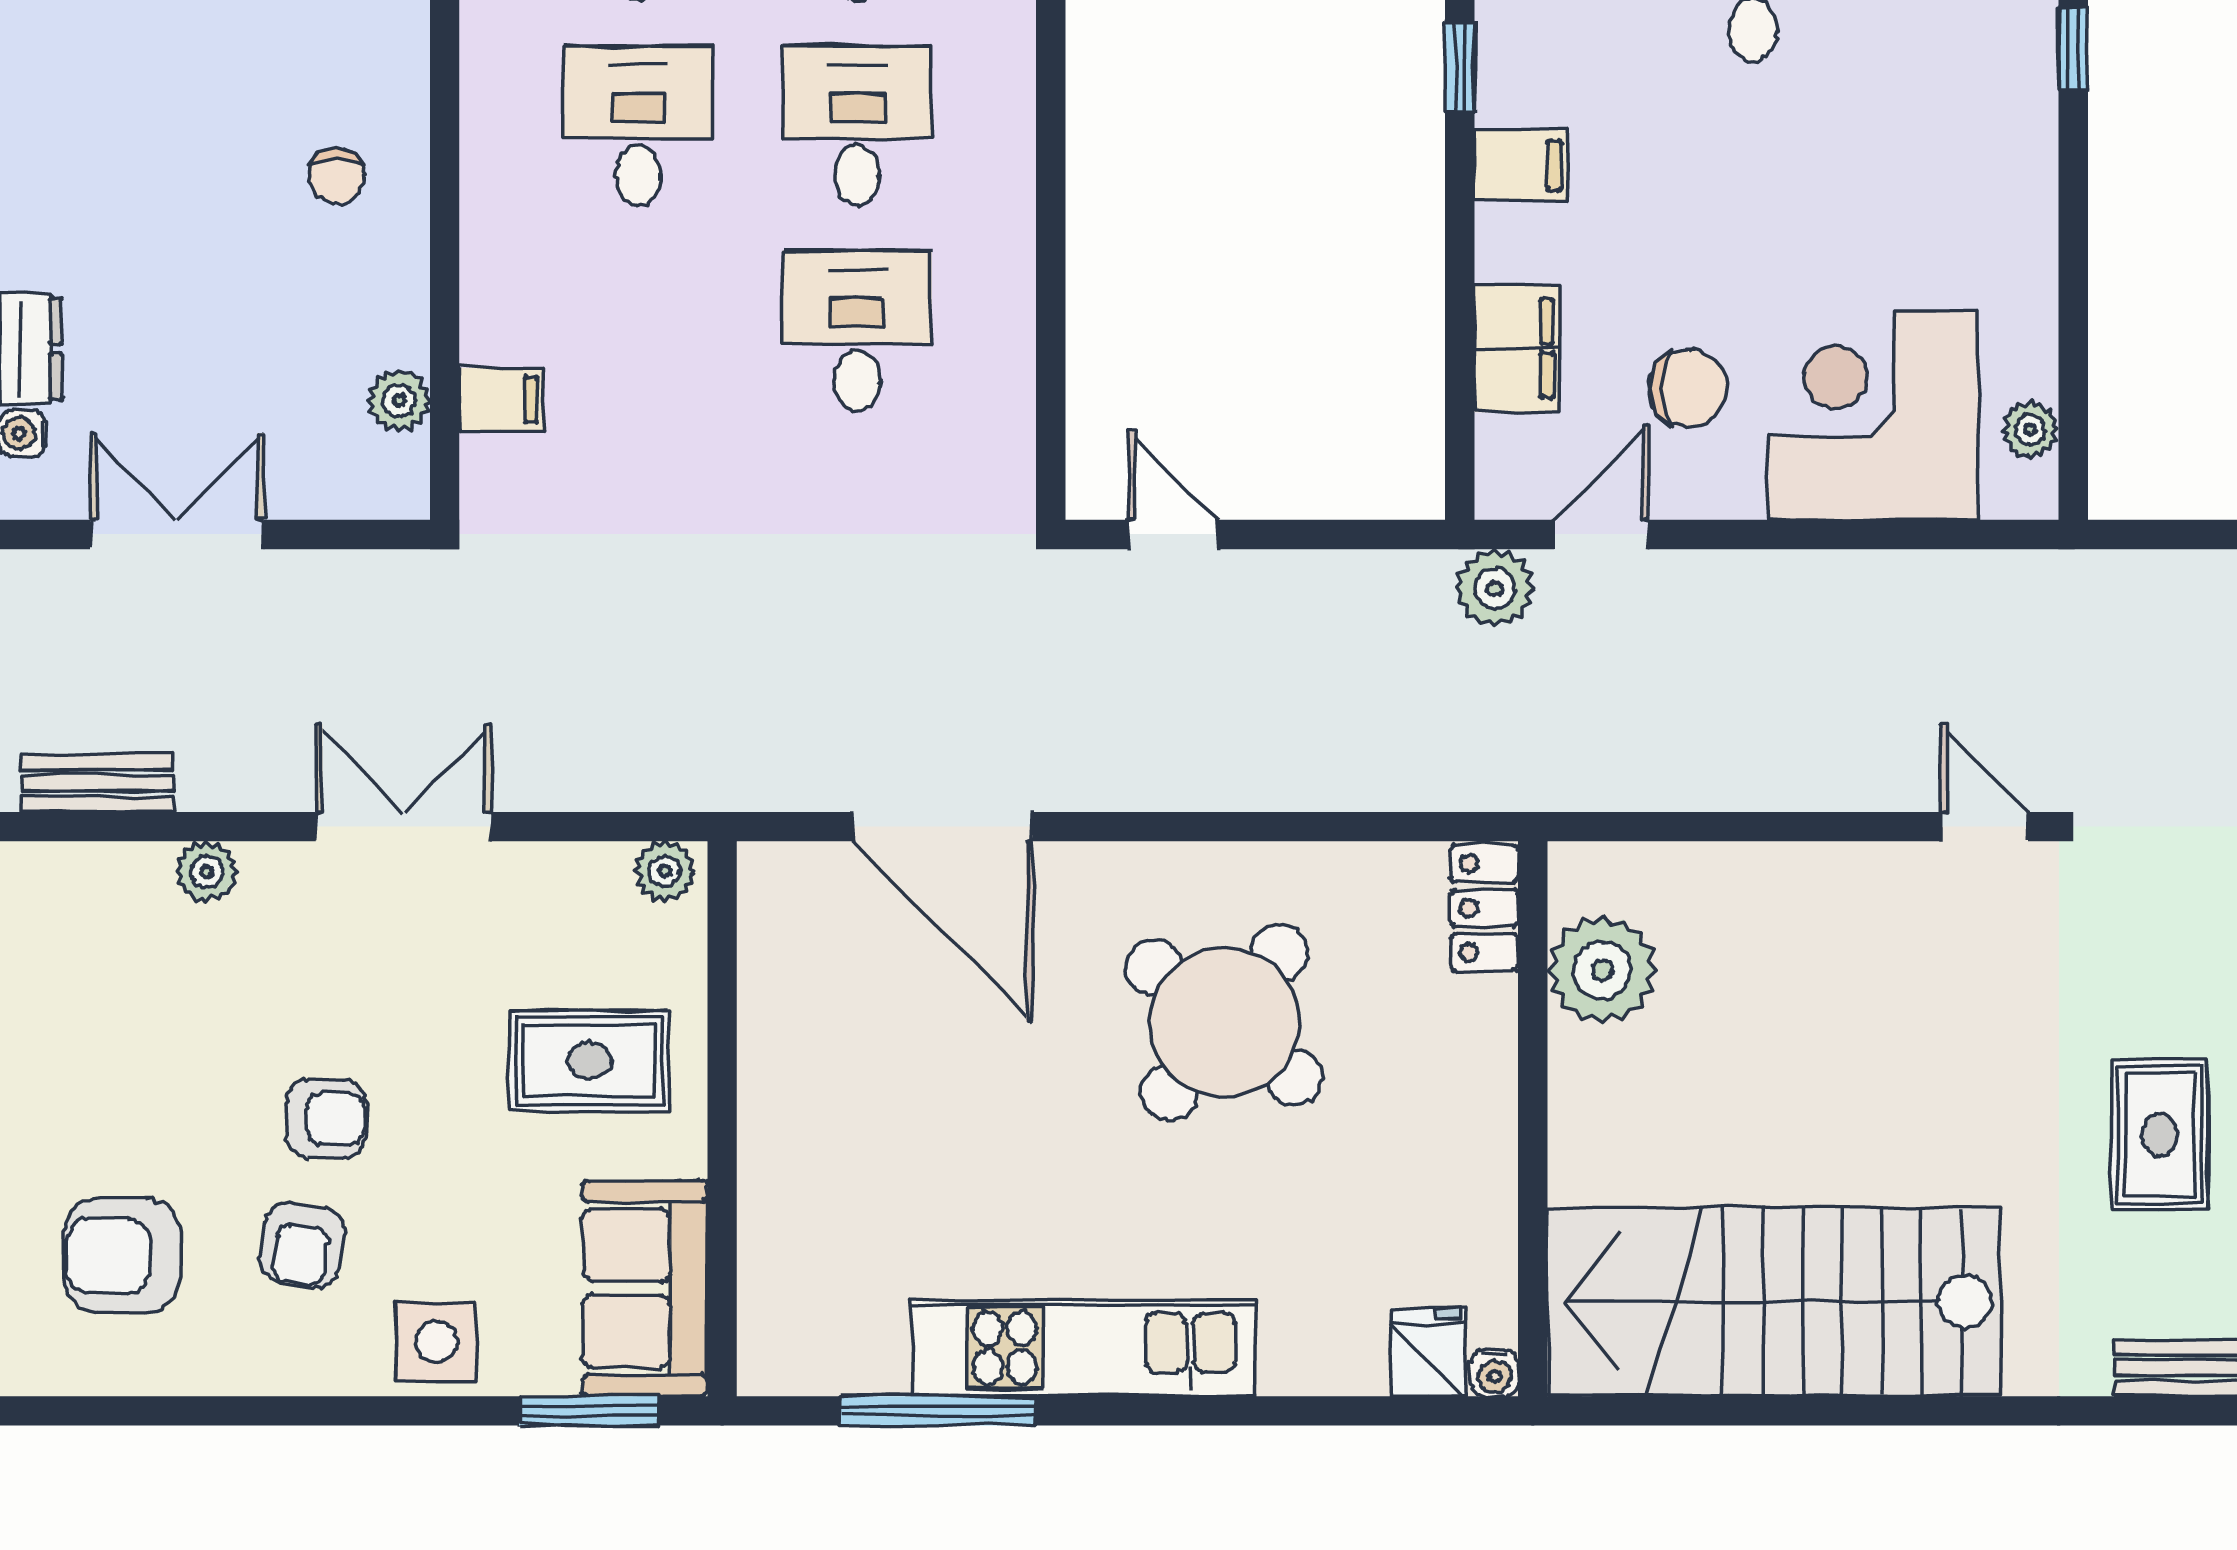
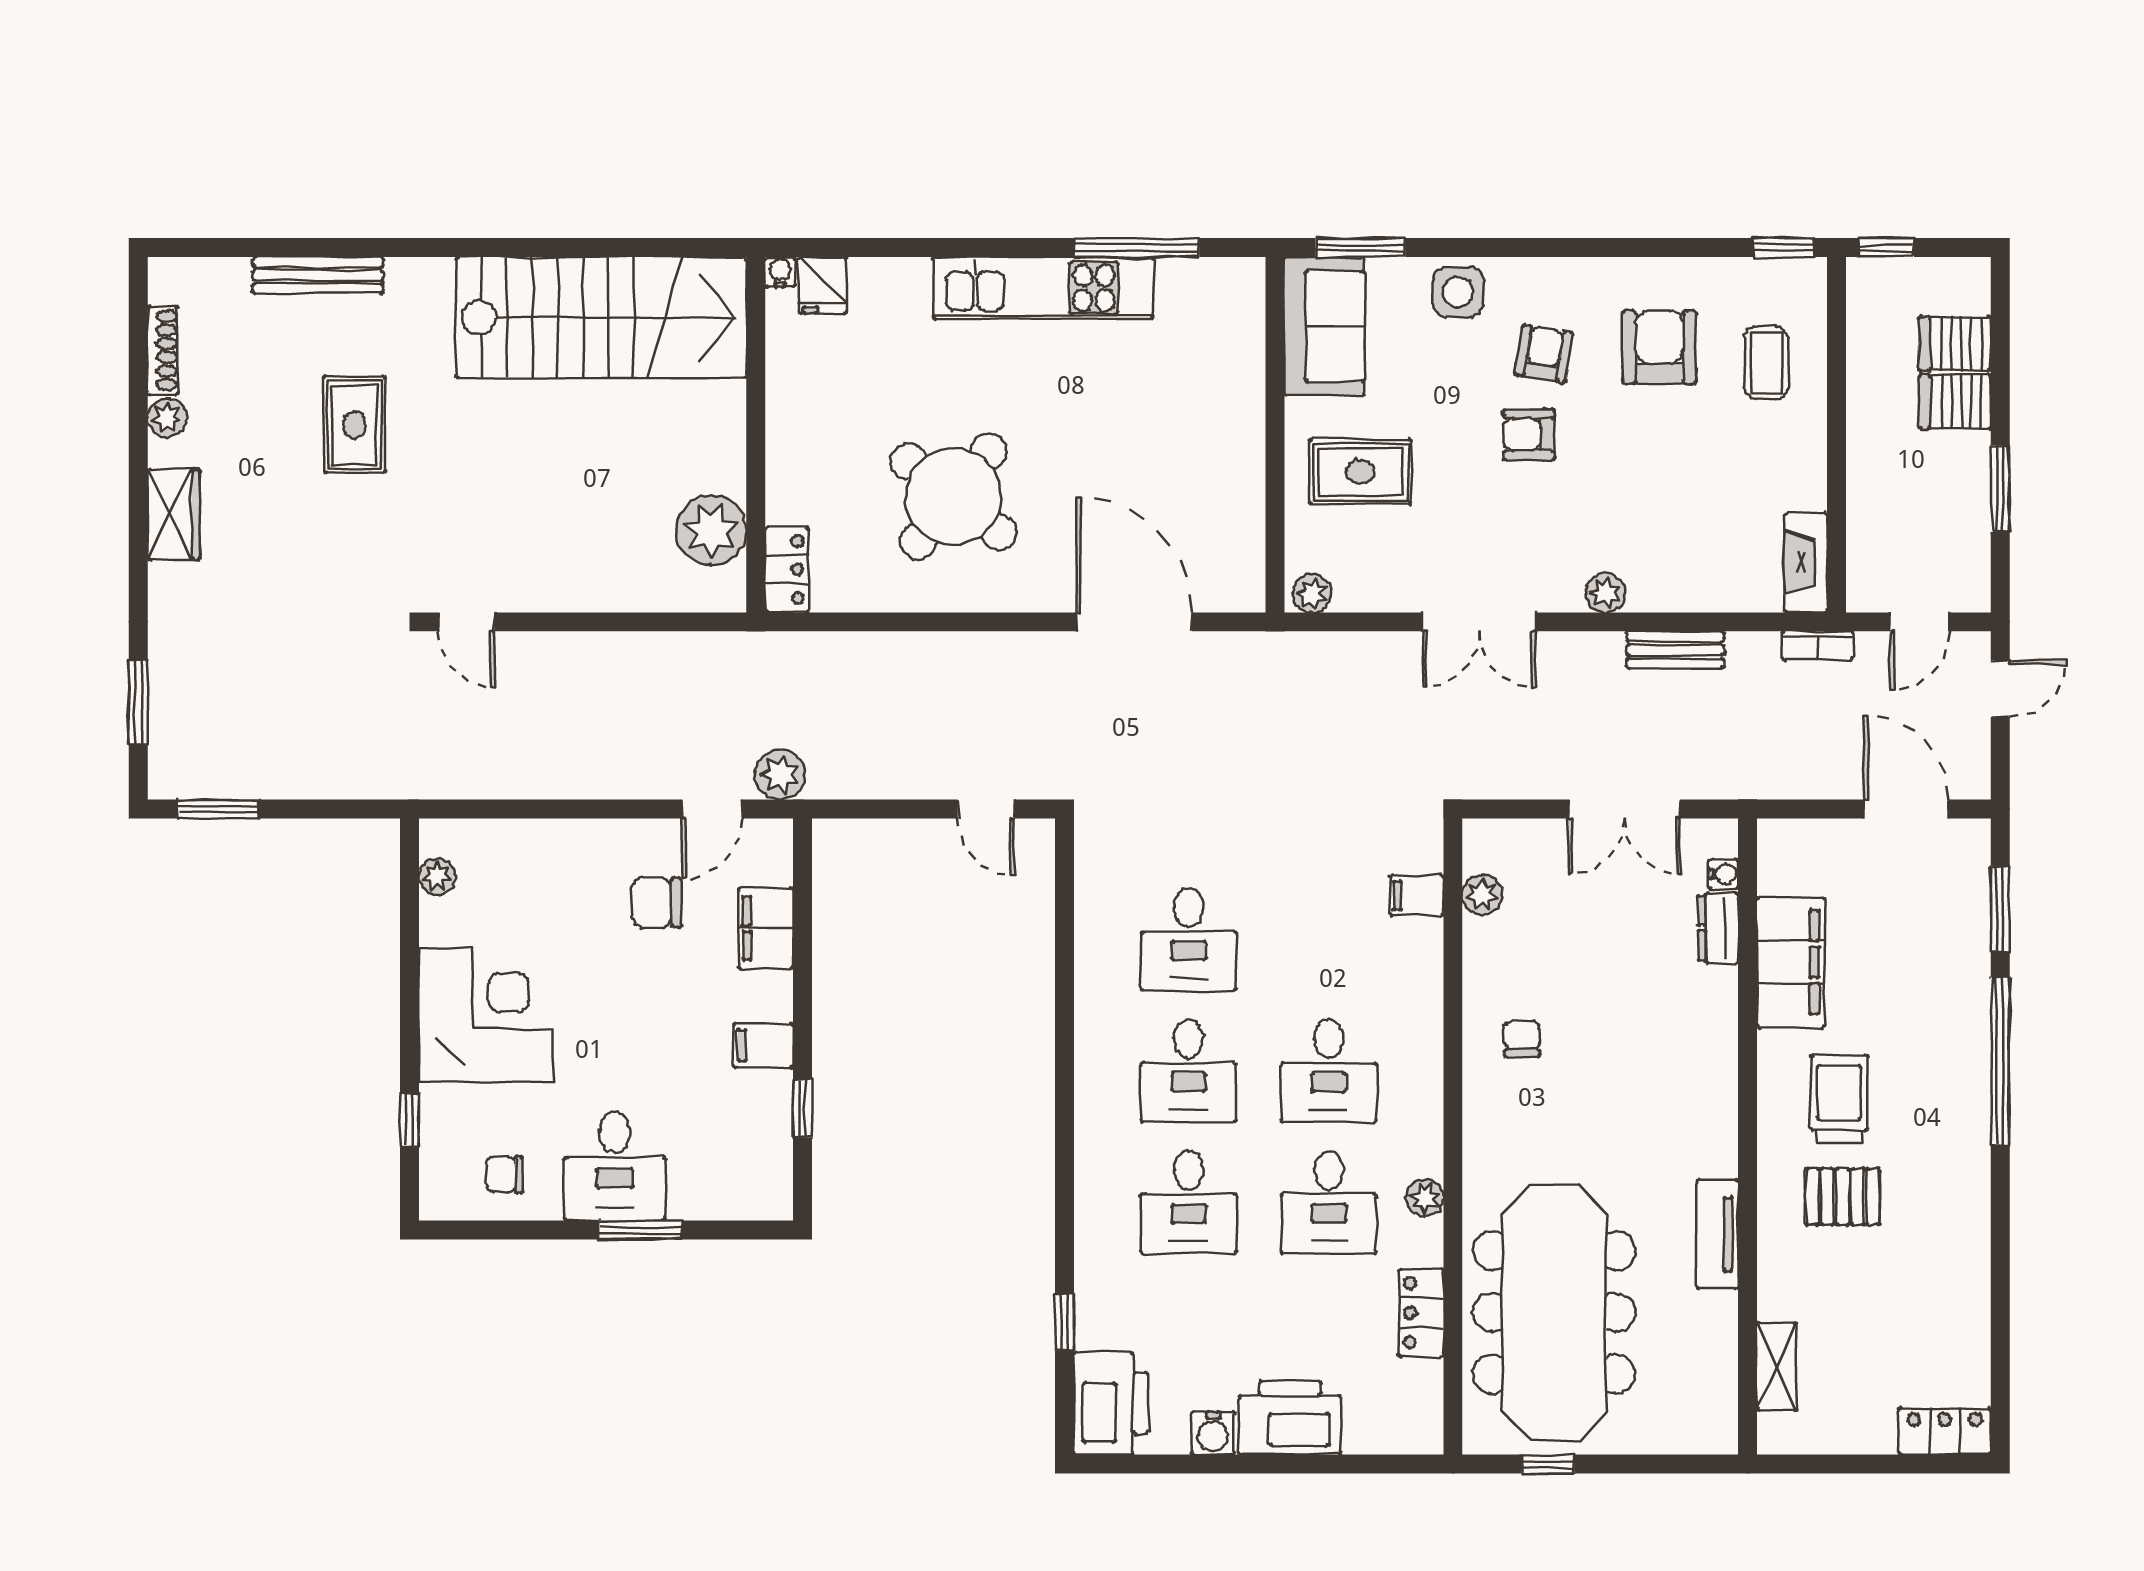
corner desk: (1873, 415) -> (486, 1015), moved, turned -90
armchair: (122, 1255) -> (1659, 347), turned -90

